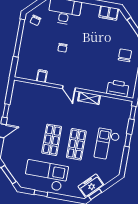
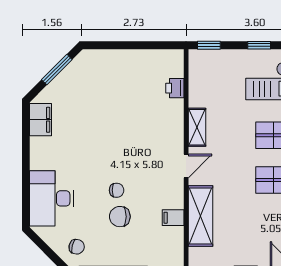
chair: (125, 55) -> (120, 217), moved
printer: (118, 88) -> (175, 88), width x0.53, depth x0.68
shelving: (40, 91) -> (200, 216), added

